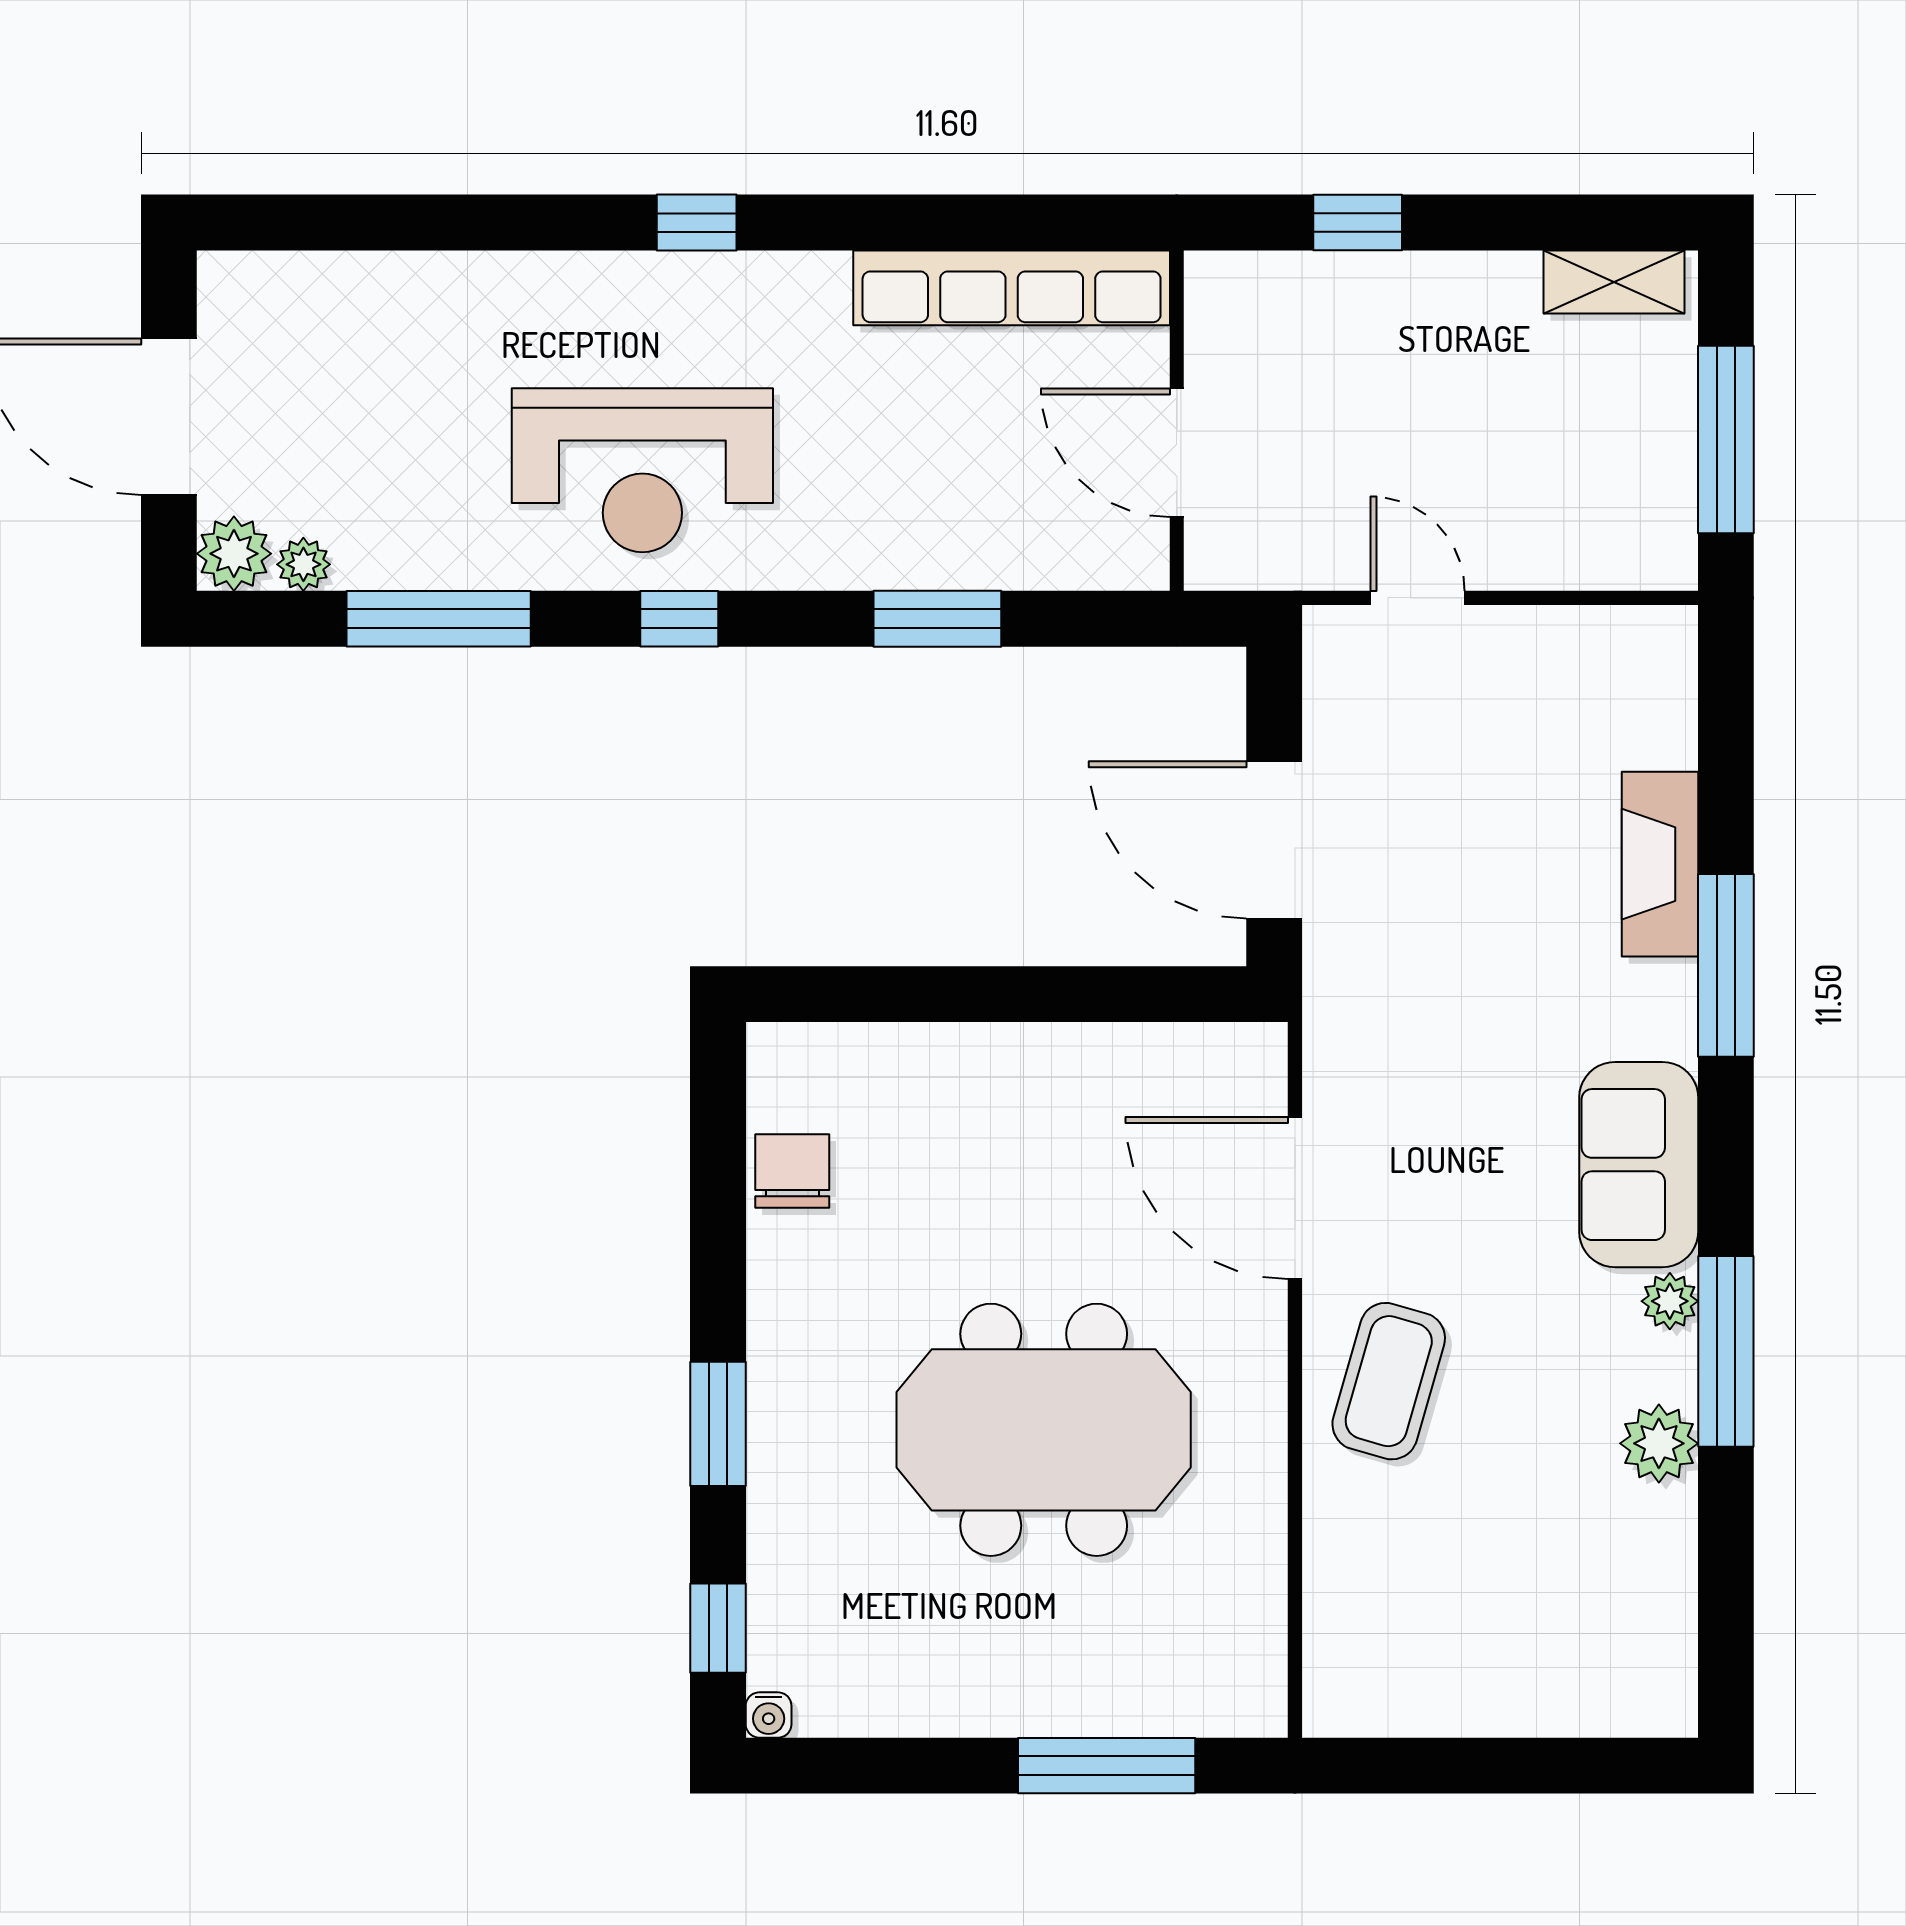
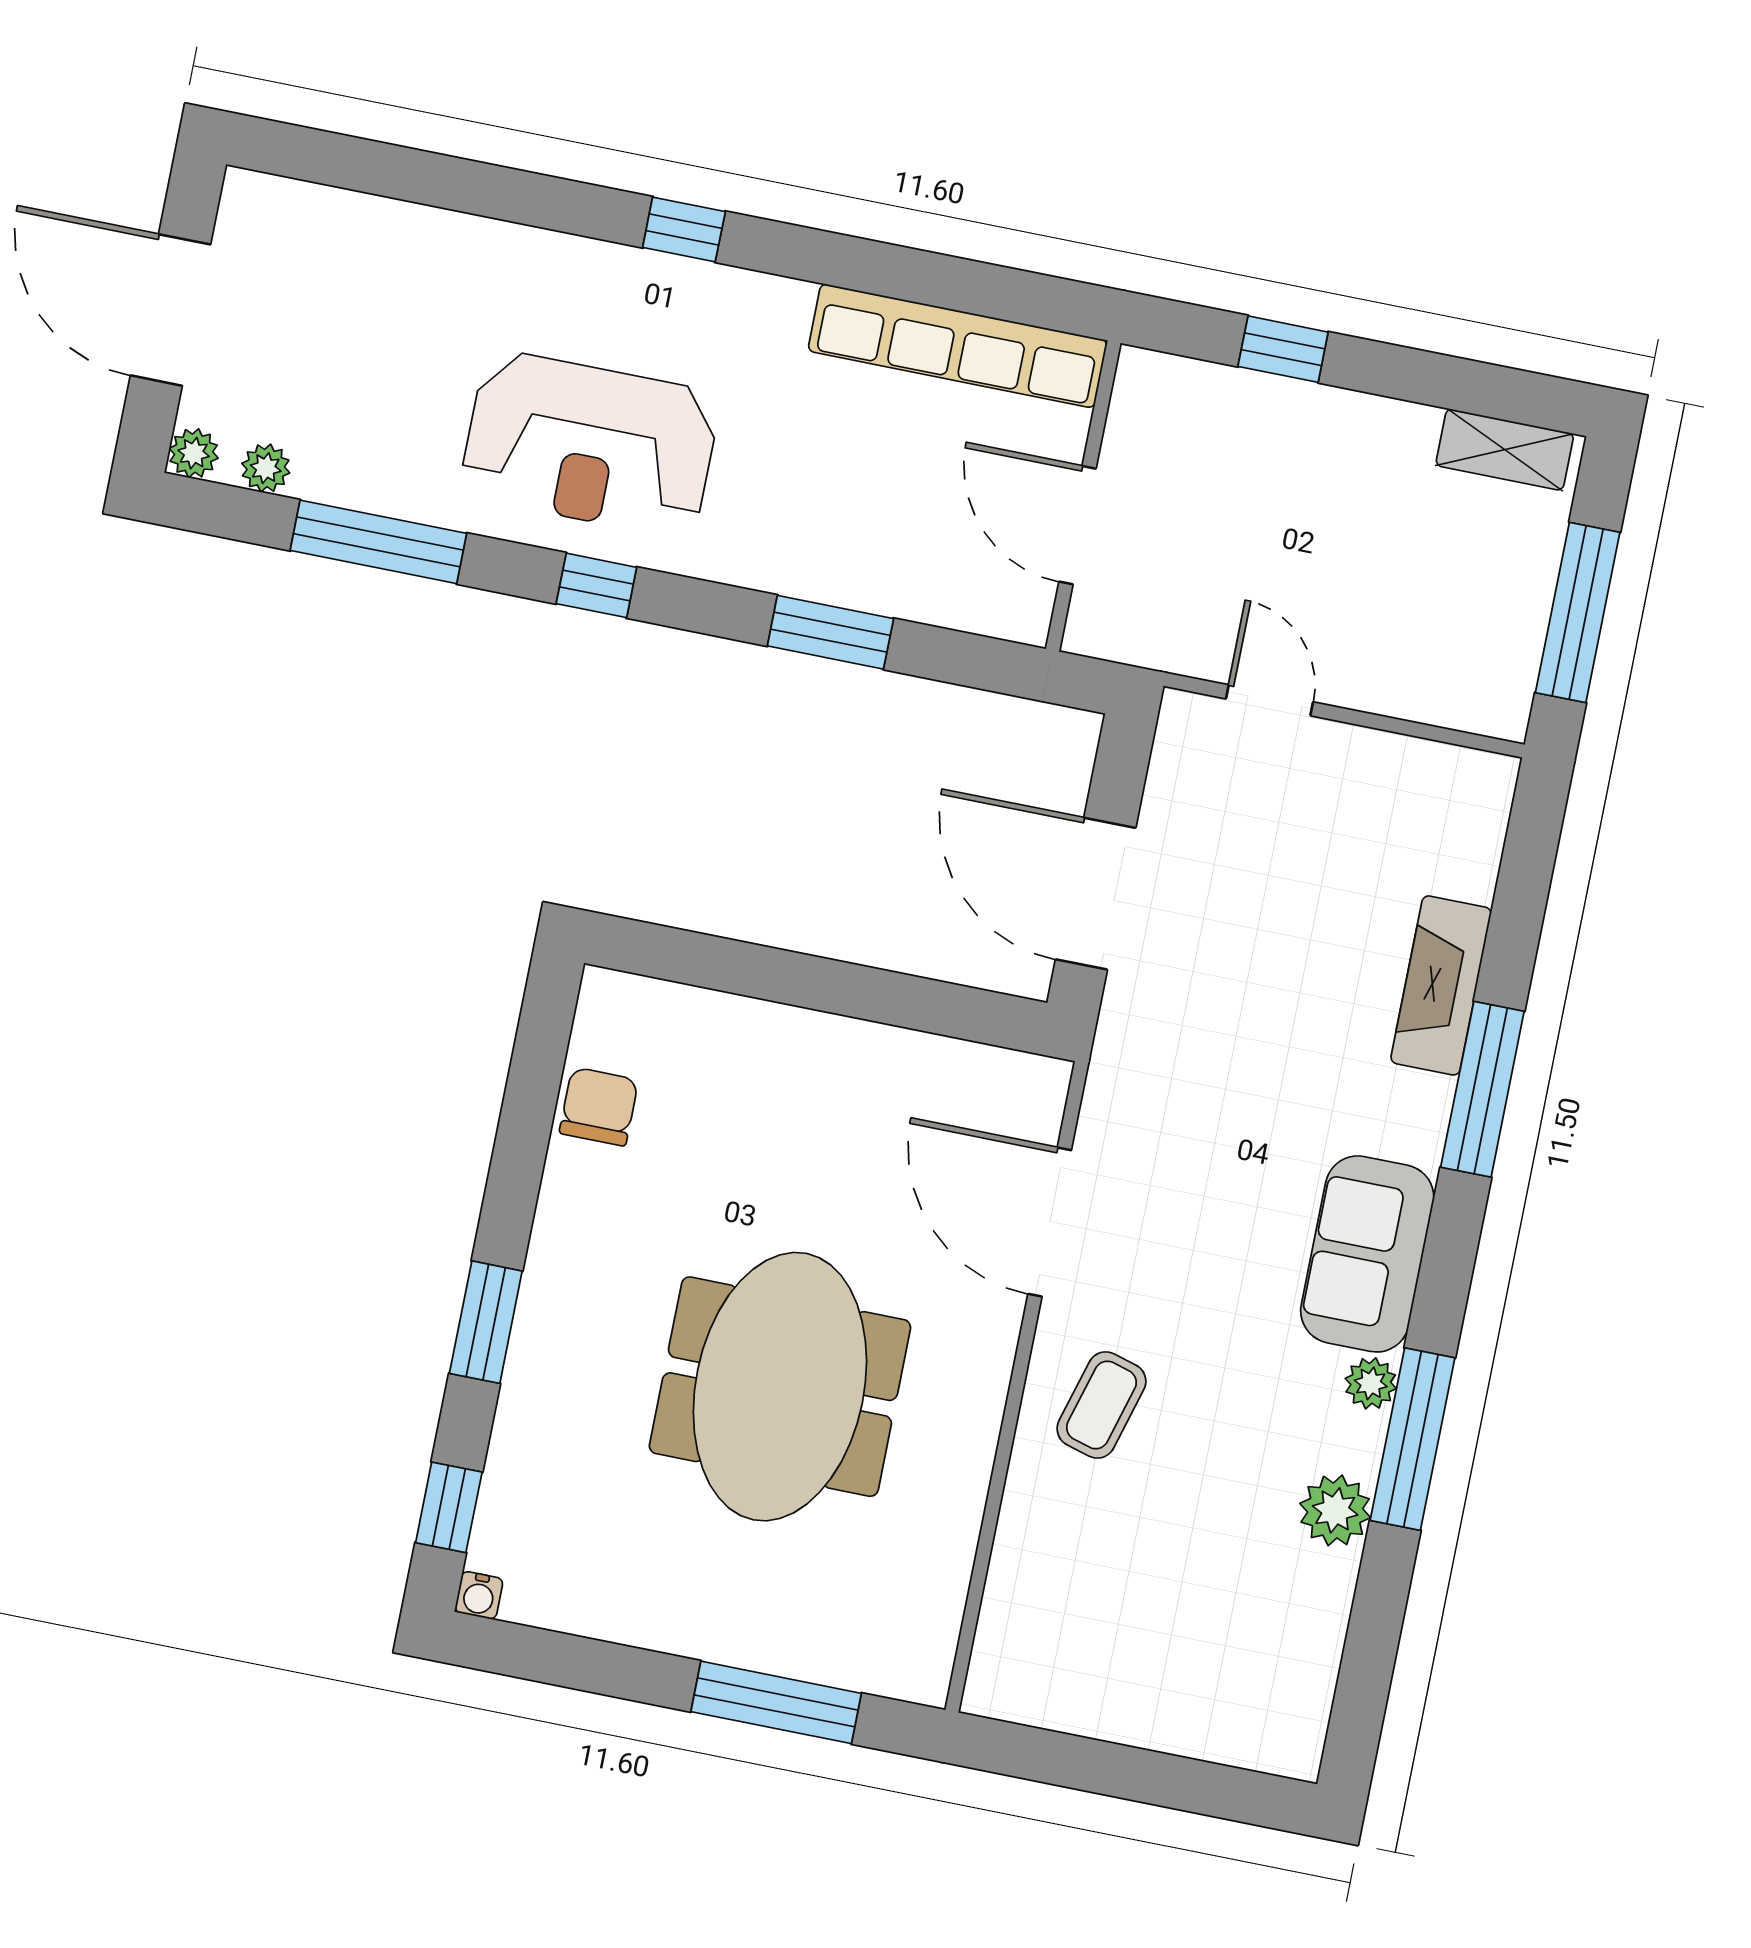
plant: (234, 554) -> (194, 453), width x0.73, depth x0.73
coffee table: (1389, 1381) -> (1101, 1405), width x0.73, depth x0.77
meeting table: (1044, 1430) -> (780, 1387), turned 90

